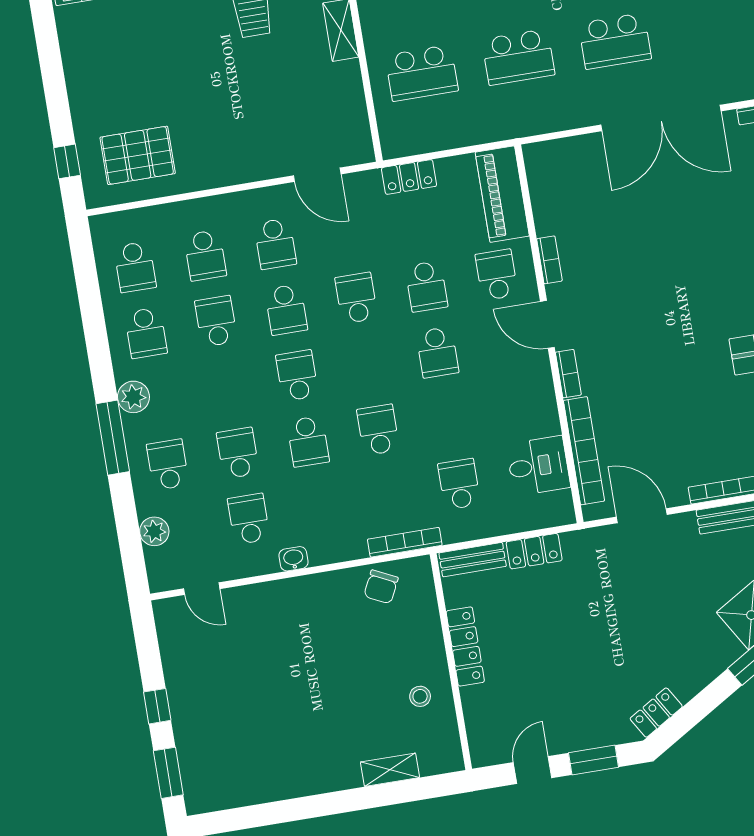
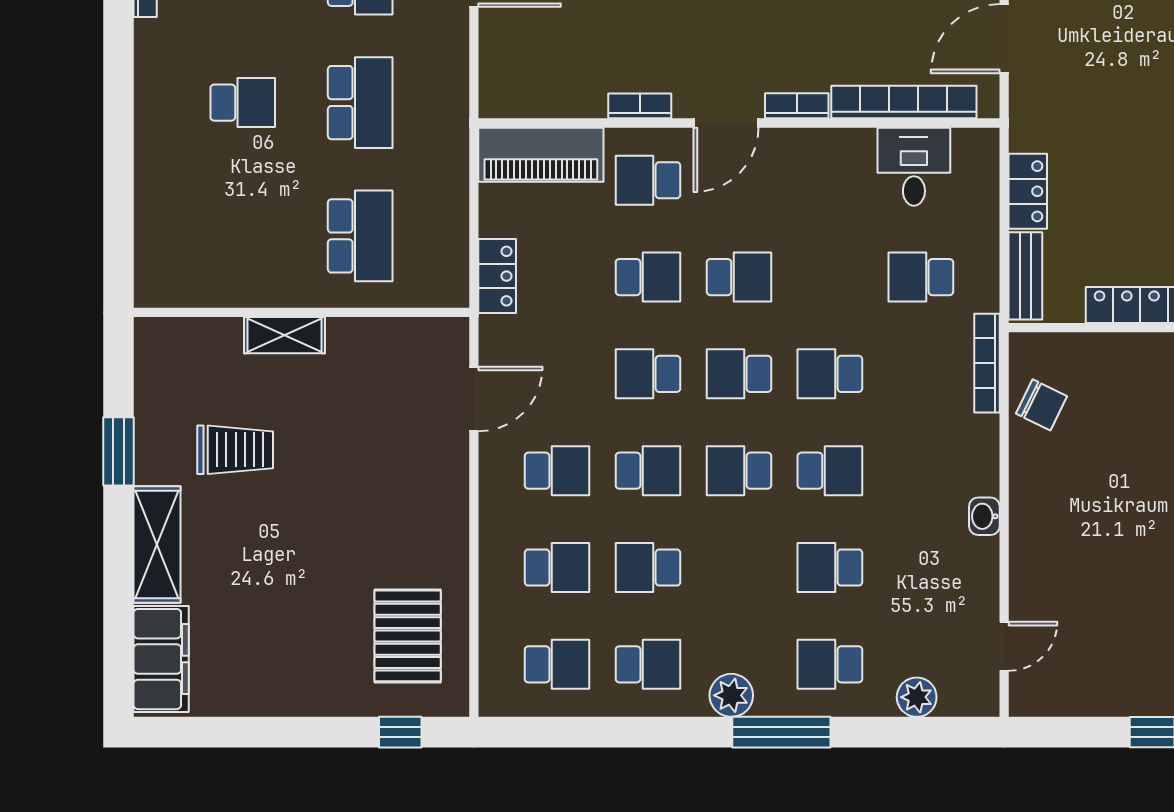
school desk: (249, 519) -> (739, 374), moved

